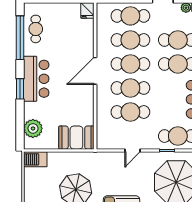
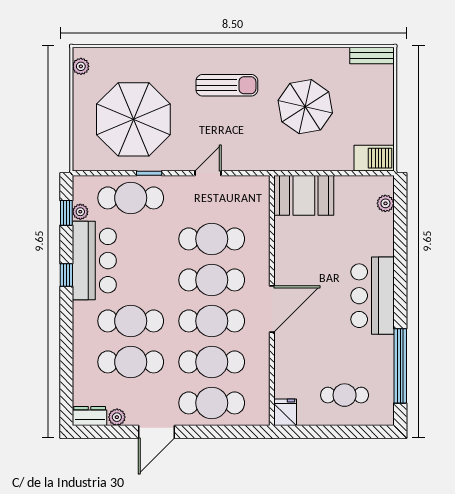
cafe table: (36, 29) -> (345, 395), moved, turned 90
window: (20, 89) -> (400, 278), removed
plant: (33, 128) -> (385, 203), width x0.53, depth x0.53

